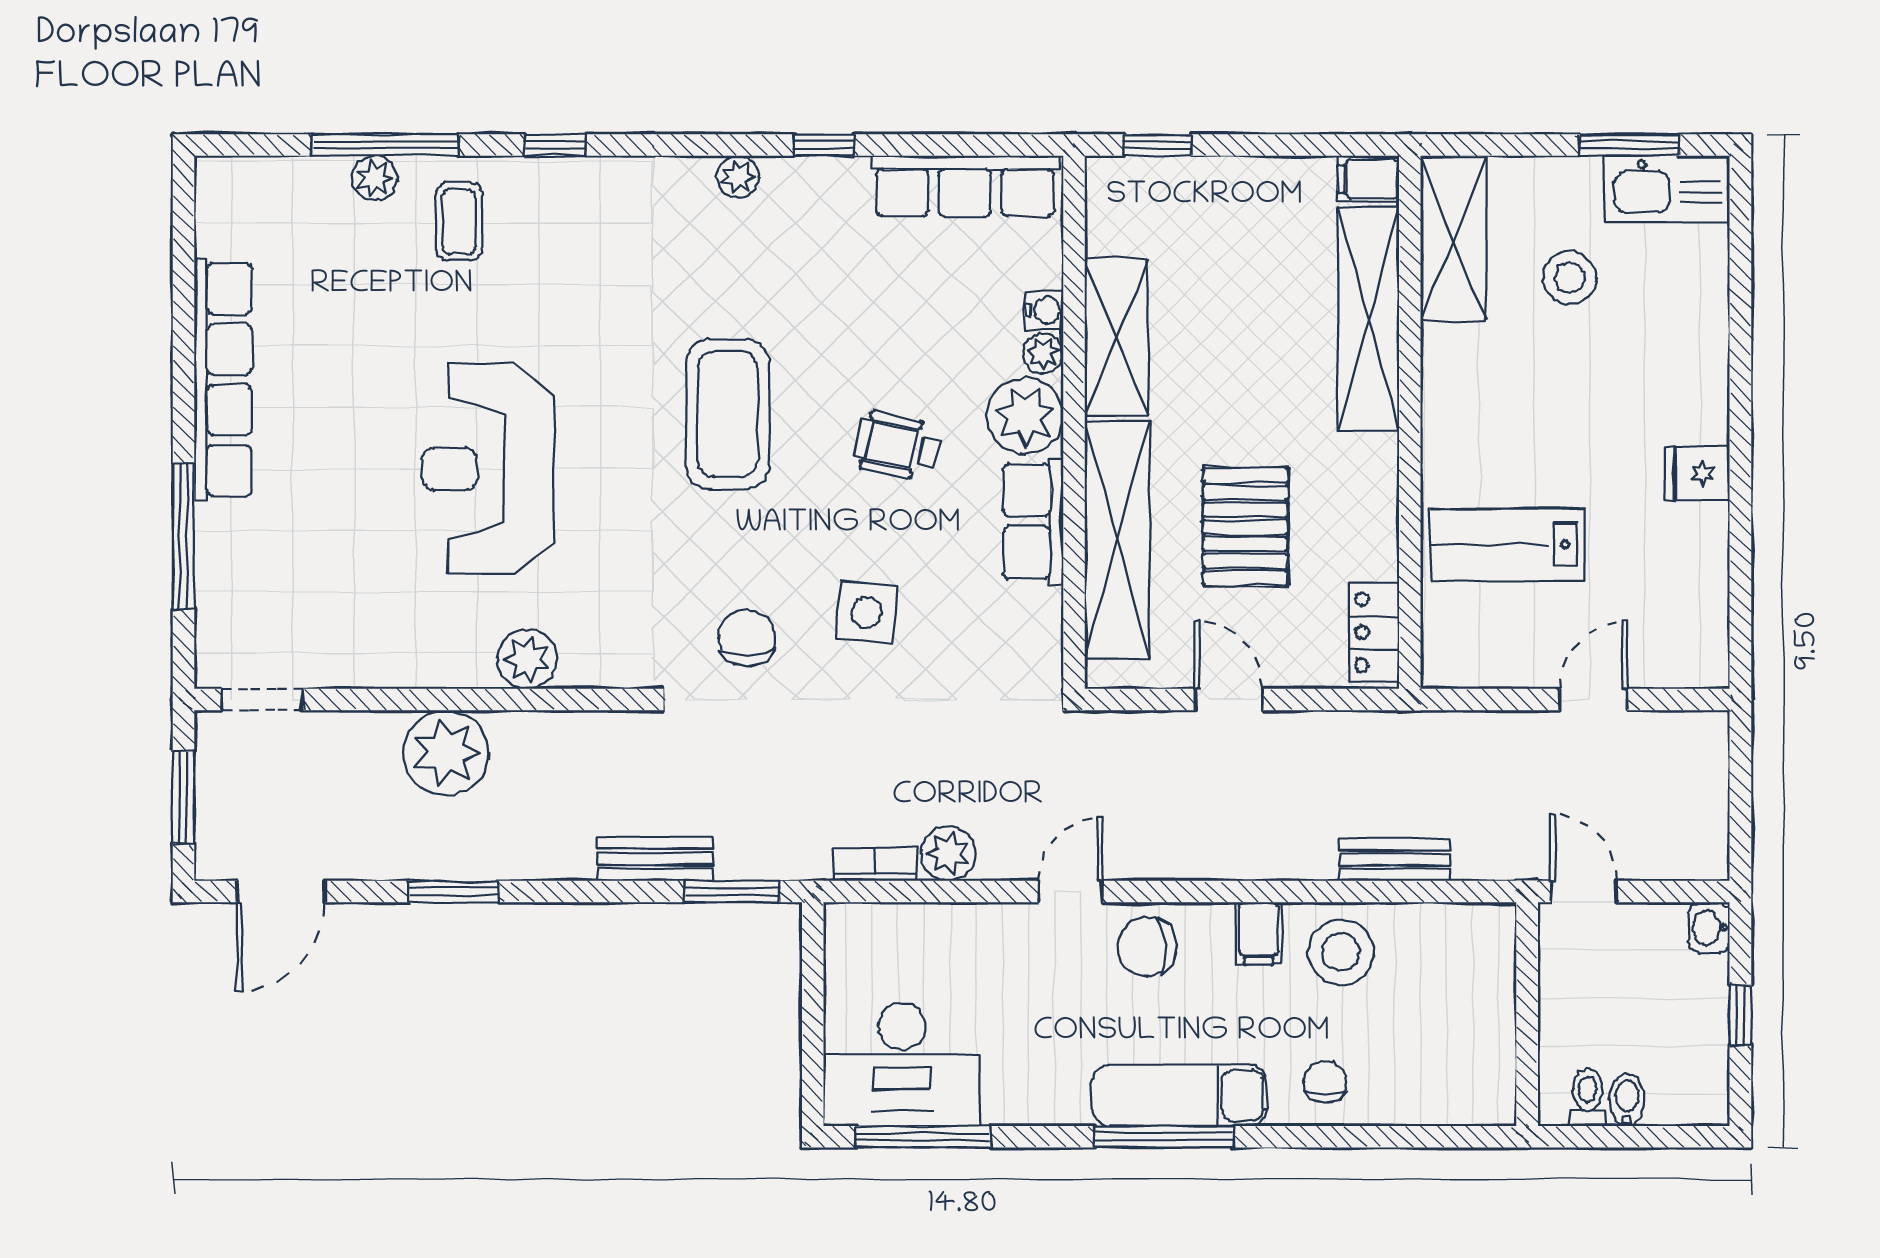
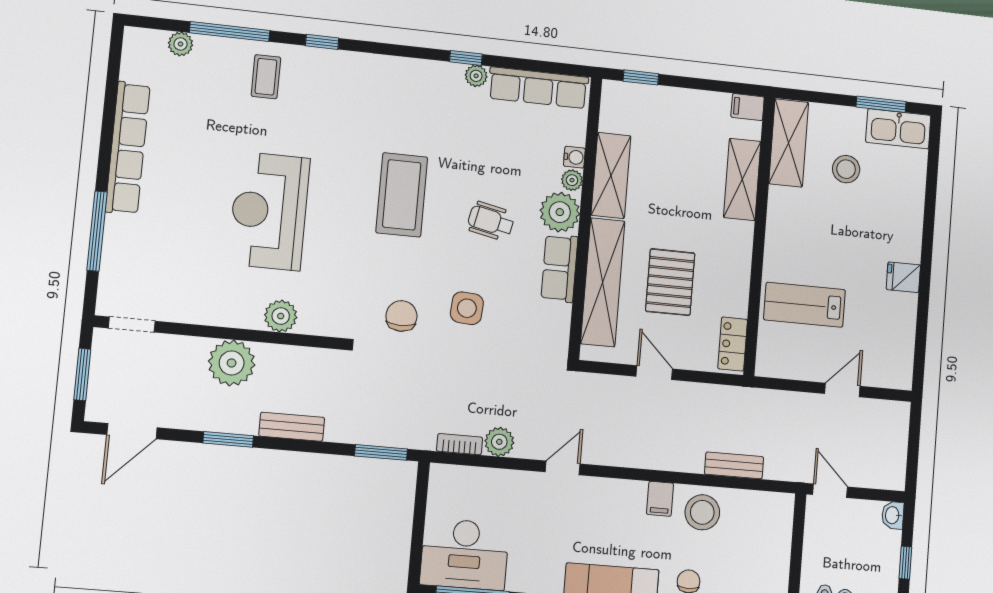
plant: (738, 177) -> (476, 76), moved
plant: (374, 178) -> (181, 44), moved
shelving: (1369, 318) -> (742, 179), width x0.68
bench: (655, 859) -> (292, 427), moved
chair: (1147, 947) -> (601, 501), removed

